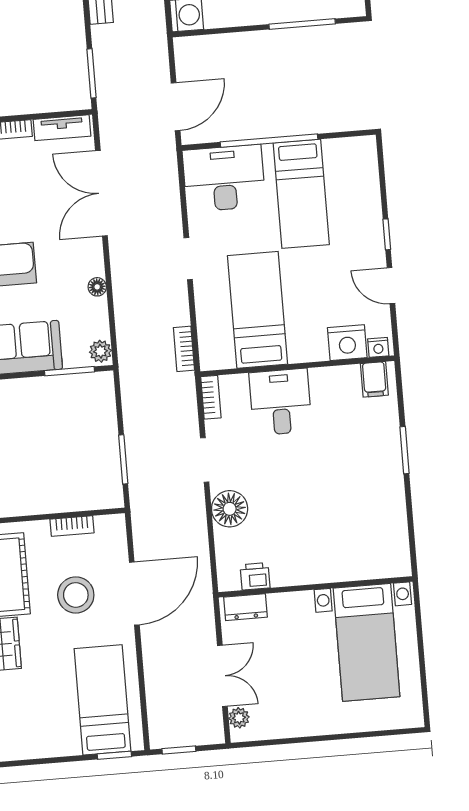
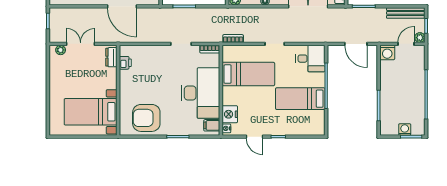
door: (176, 107) -> (356, 44), moved
desk: (224, 178) -> (310, 59), width x0.73
door: (391, 286) -> (254, 137), swing flipped
desk: (280, 402) -> (200, 93), width x1.87, depth x1.30
floor lamp: (230, 509) -> (157, 54), removed
armchair: (370, 521) -> (146, 118), added
double door: (222, 676) -> (81, 44), swing flipped

